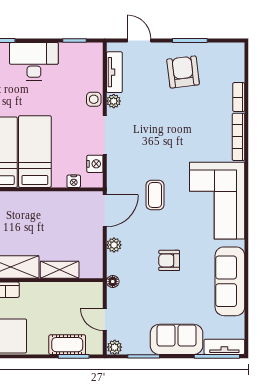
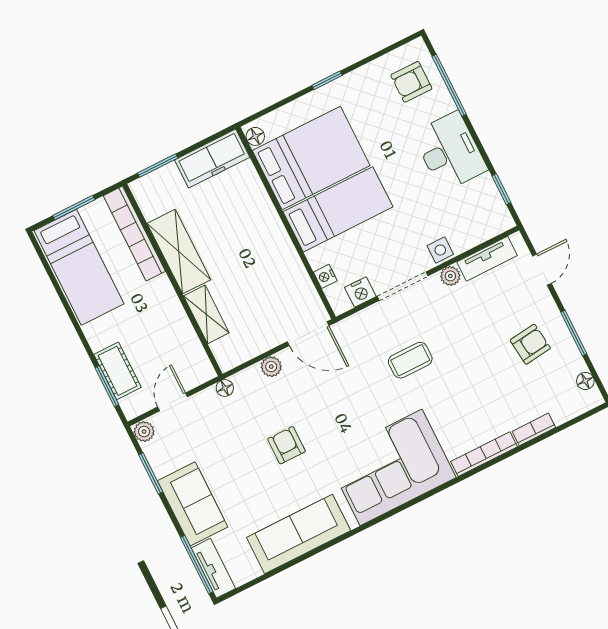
floor lamp: (224, 49) -> (585, 381), added
armchair: (183, 72) -> (530, 344), width x0.72, depth x0.72
coffee table: (155, 195) -> (410, 360), moved

